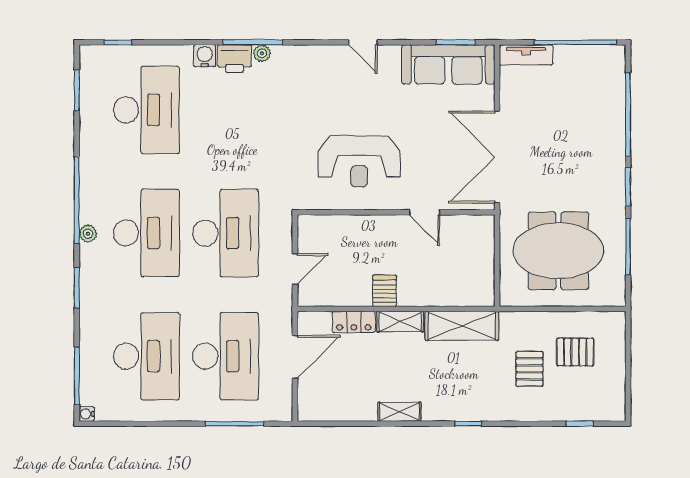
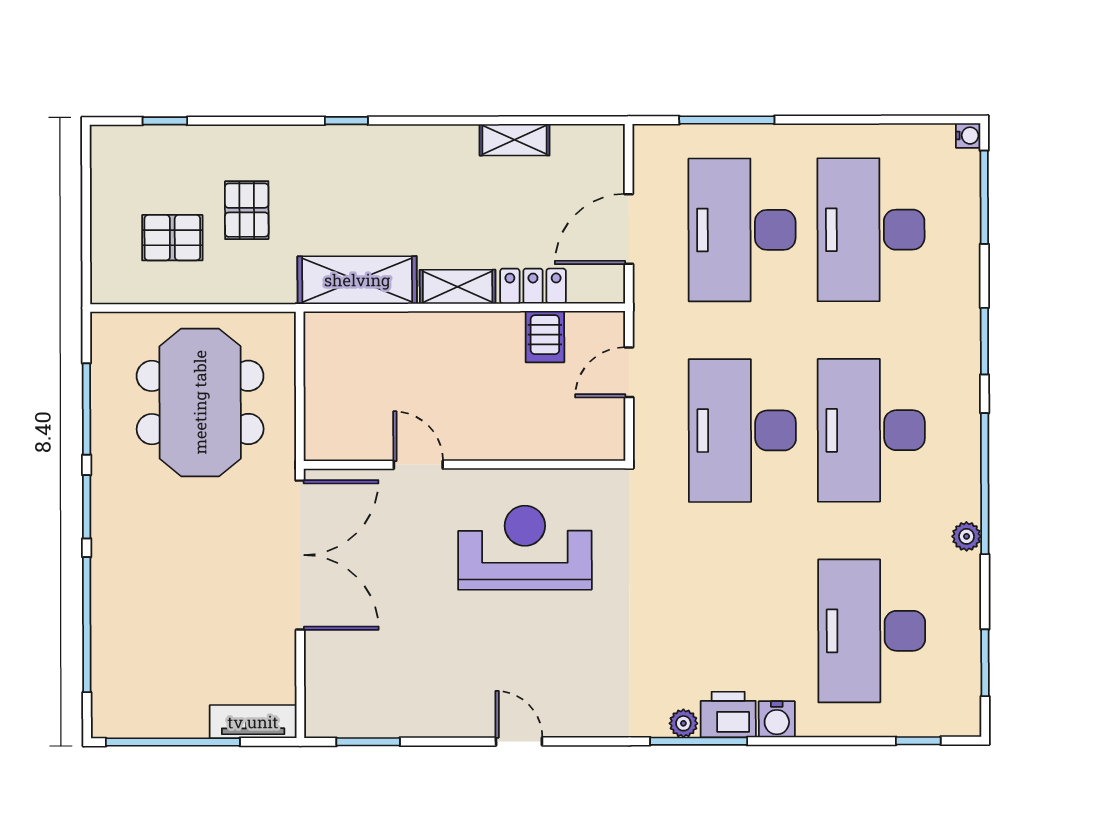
sofa: (448, 64) -> (380, 706), removed
plant: (88, 234) -> (967, 536), moved
meeting table: (558, 251) -> (200, 402), turned 90
server rack: (385, 291) -> (545, 337), moved
shelving: (399, 412) -> (515, 140), moved

